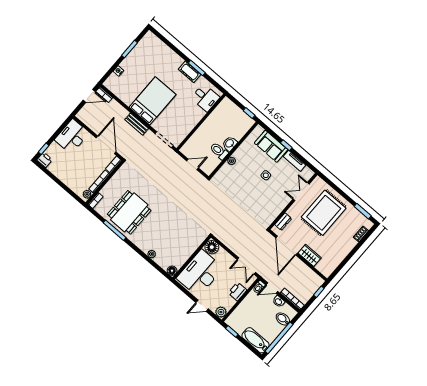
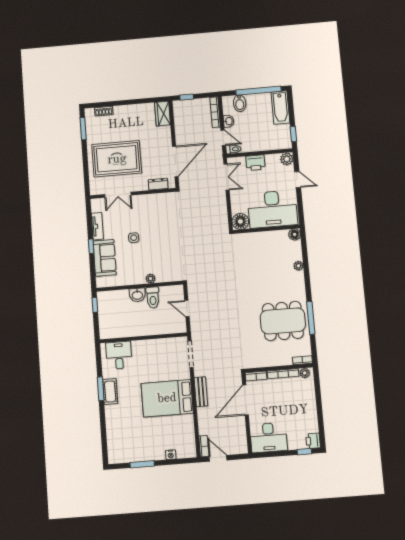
wardrobe: (310, 255) -> (162, 114), moved

